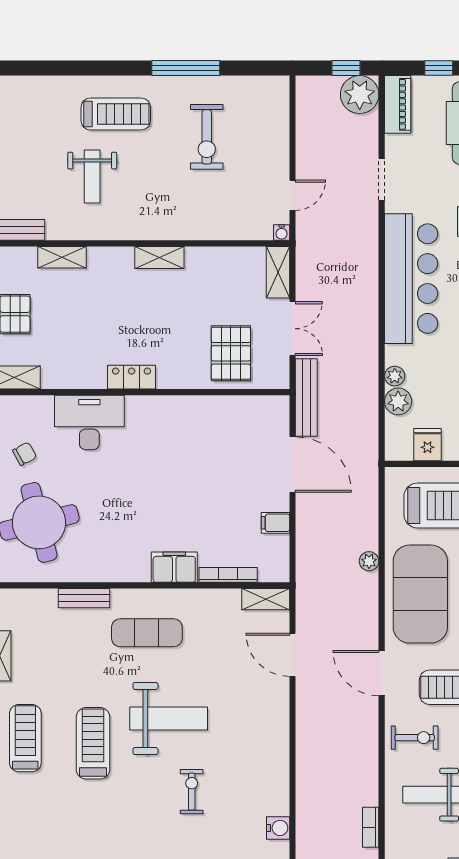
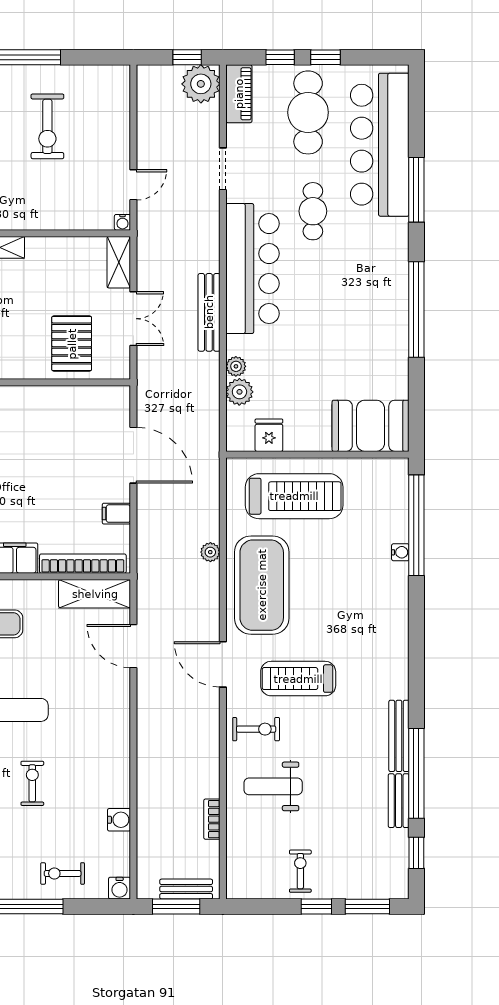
bench: (306, 397) -> (209, 312), moved
bookcase: (228, 575) -> (83, 564), width x1.48, depth x1.31
shelving: (266, 599) -> (95, 594), width x1.50, depth x1.33

